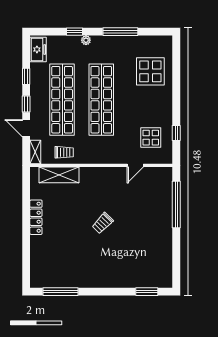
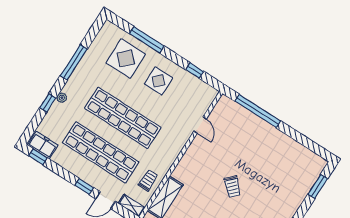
window: (26, 76) -> (38, 157), moved
window: (176, 79) -> (147, 40), added
display table: (151, 138) -> (159, 81), moved

